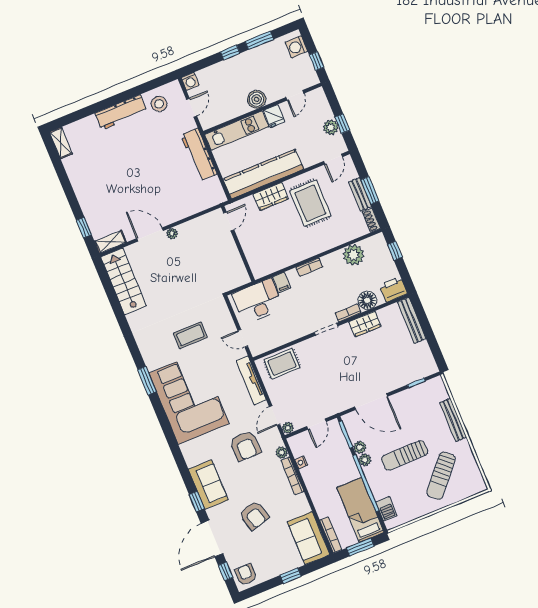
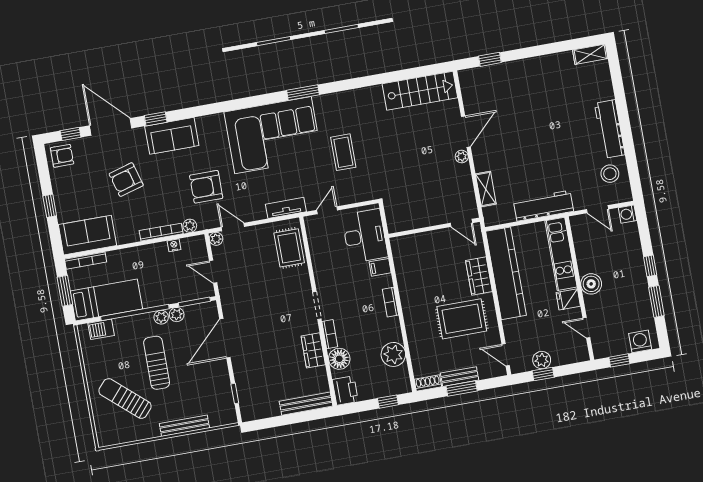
shelving: (110, 242) -> (486, 189), moved
tv unit: (251, 380) -> (286, 208), width x0.71

